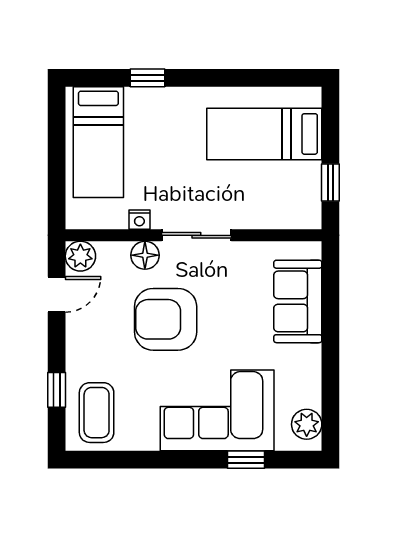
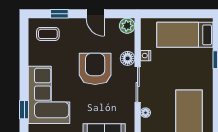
floor lamp: (252, 220) -> (146, 113), added
door: (57, 294) -> (95, 14), moved
coffee table: (97, 413) -> (48, 34), width x0.73, depth x0.77

